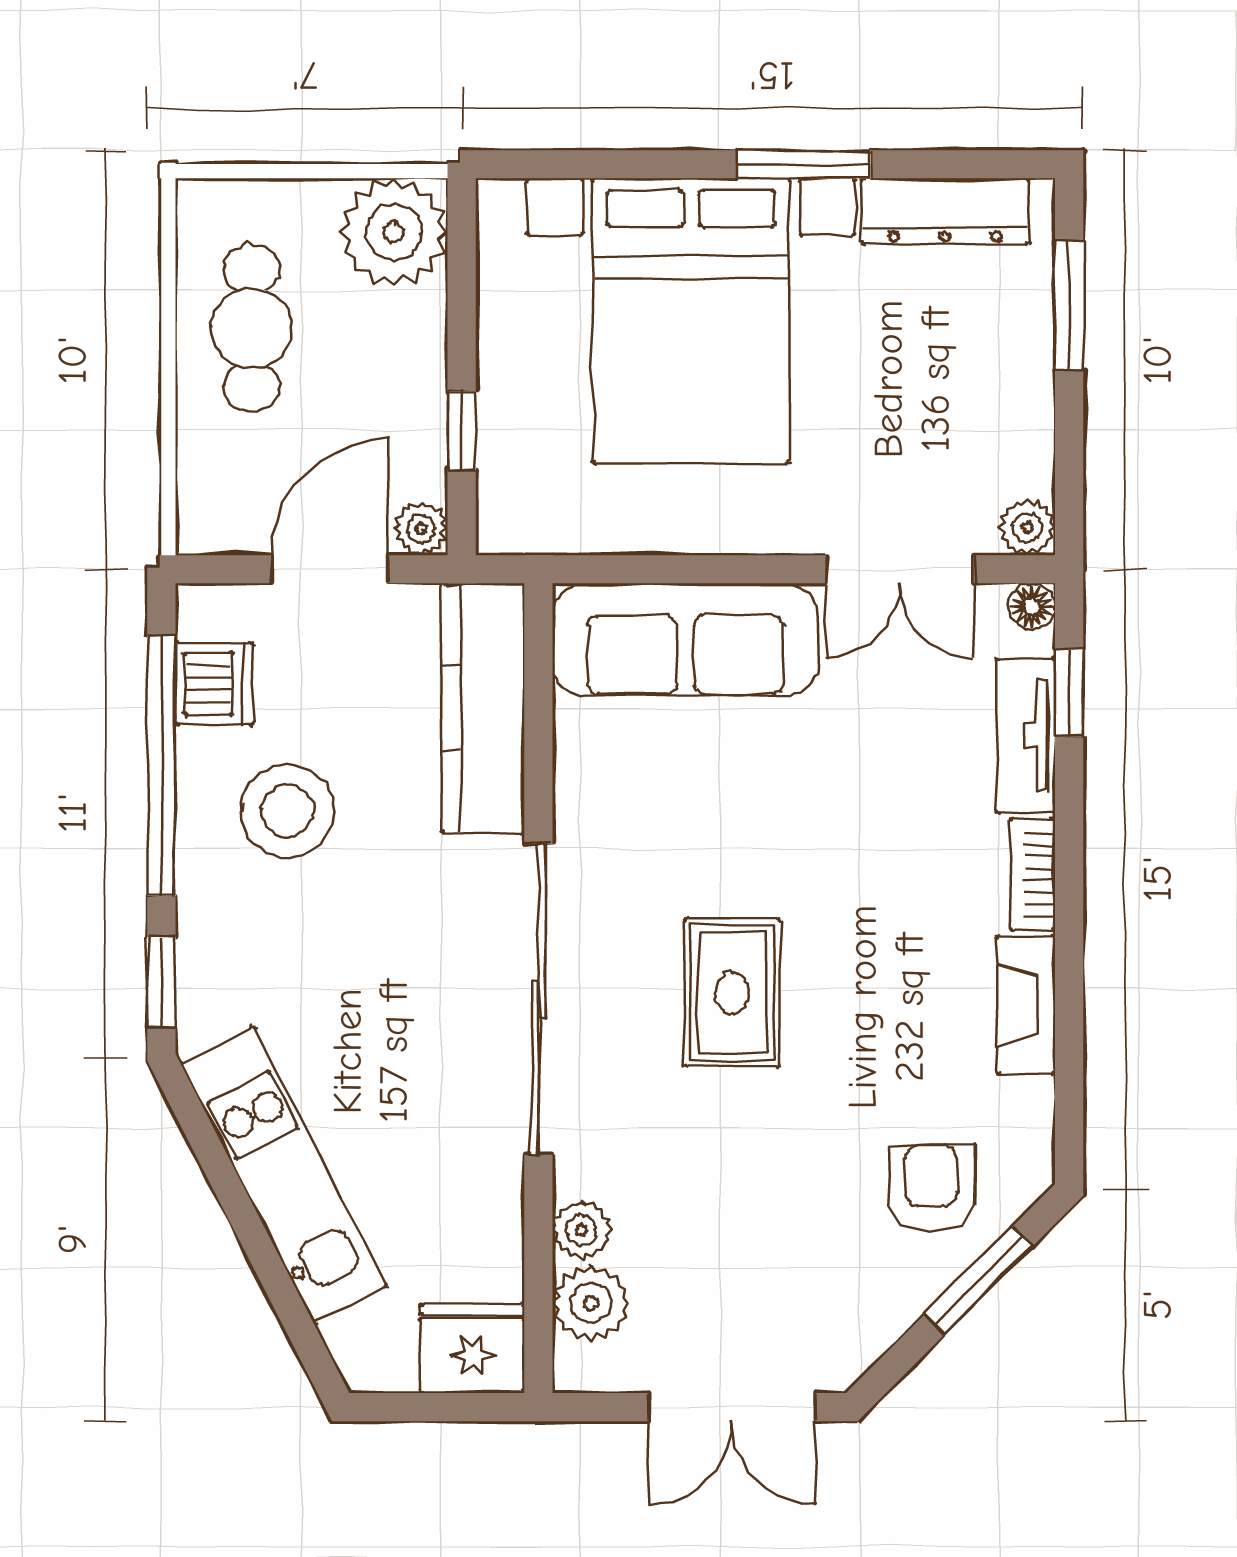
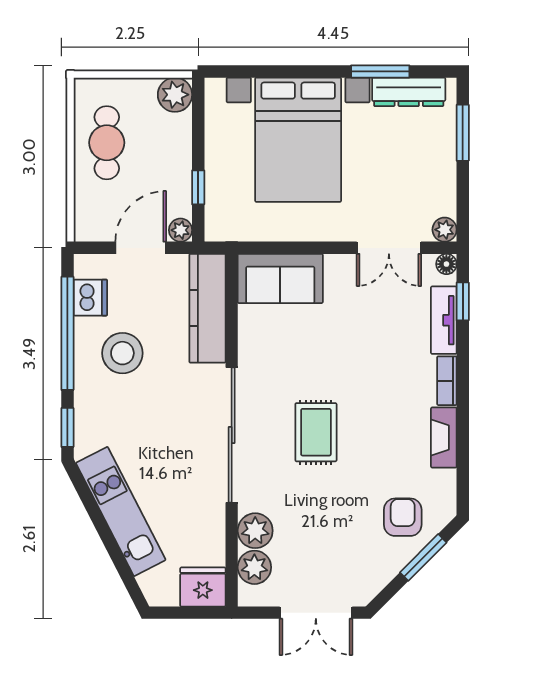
window: (803, 164) -> (380, 71), moved
plant: (394, 232) -> (175, 95), width x0.73, depth x0.73
sofa: (685, 640) -> (280, 278), width x0.73
plant: (582, 1230) -> (255, 531), width x1.38, depth x1.38

